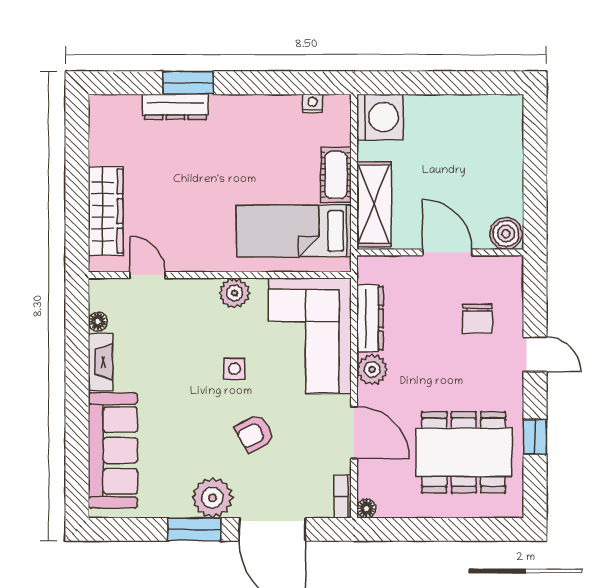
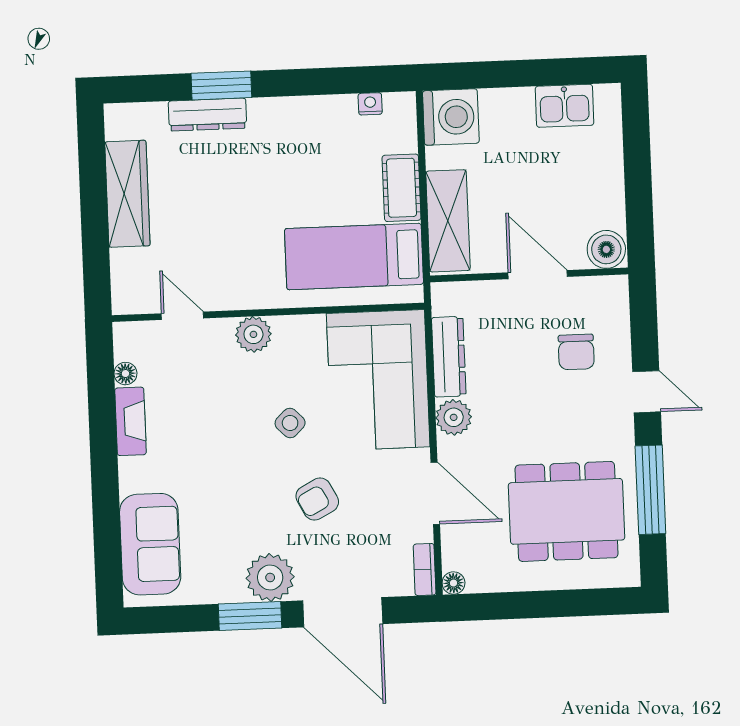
kitchen sink: (476, 111) -> (565, 106), added
wardrobe: (106, 211) -> (127, 194), moved
plant: (234, 293) -> (253, 334), moved
side table: (234, 369) -> (290, 423), turned 45
window: (535, 437) -> (650, 490), width x2.17
sofa: (113, 450) -> (150, 544), width x0.73

